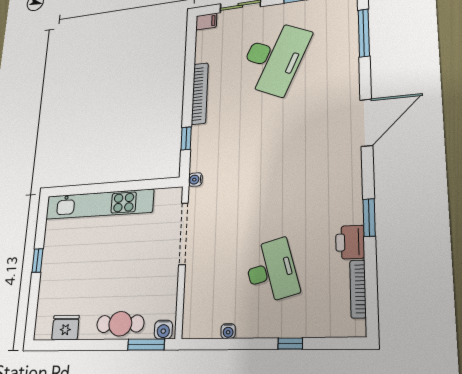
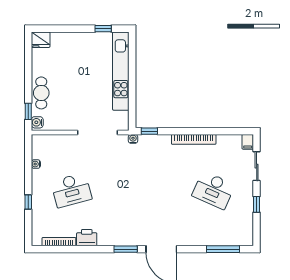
desk: (274, 58) -> (213, 190), width x0.73, depth x0.77
window: (186, 138) -> (149, 131), moved
window: (369, 218) -> (126, 249), moved
window: (38, 260) -> (103, 29), moved
fridge: (65, 328) -> (41, 40), moved, turned 90
window: (146, 345) -> (28, 111), width x0.67

